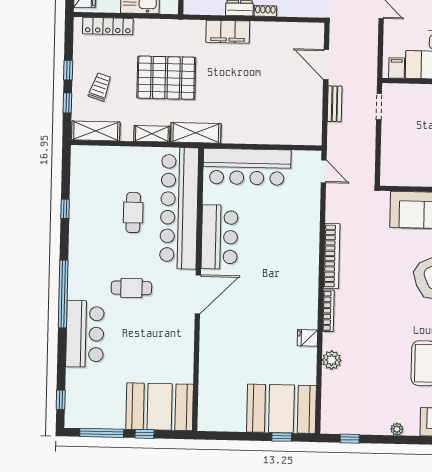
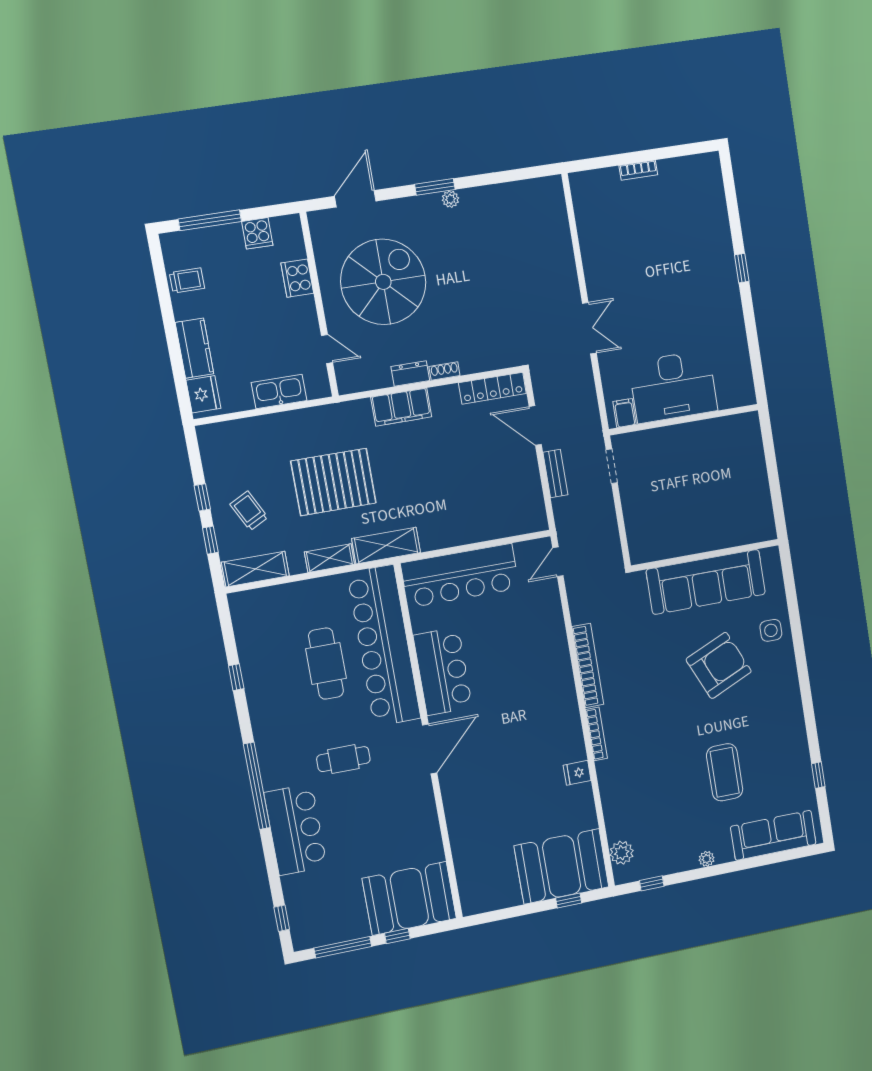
locker: (108, 26) -> (492, 388), moved
trolley: (100, 87) -> (249, 511), turned -45
door: (324, 171) -> (558, 562), swing flipped
cafe table: (133, 213) -> (326, 664), width x1.37, depth x1.35
plant: (332, 360) -> (622, 853), moved

